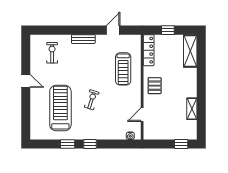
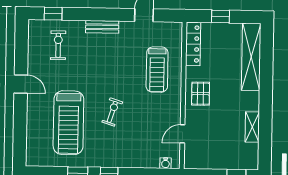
window: (48, 30) -> (53, 14), added
shelving: (190, 51) -> (251, 57), width x1.47
treadmill: (60, 108) -> (68, 123), turned 180

